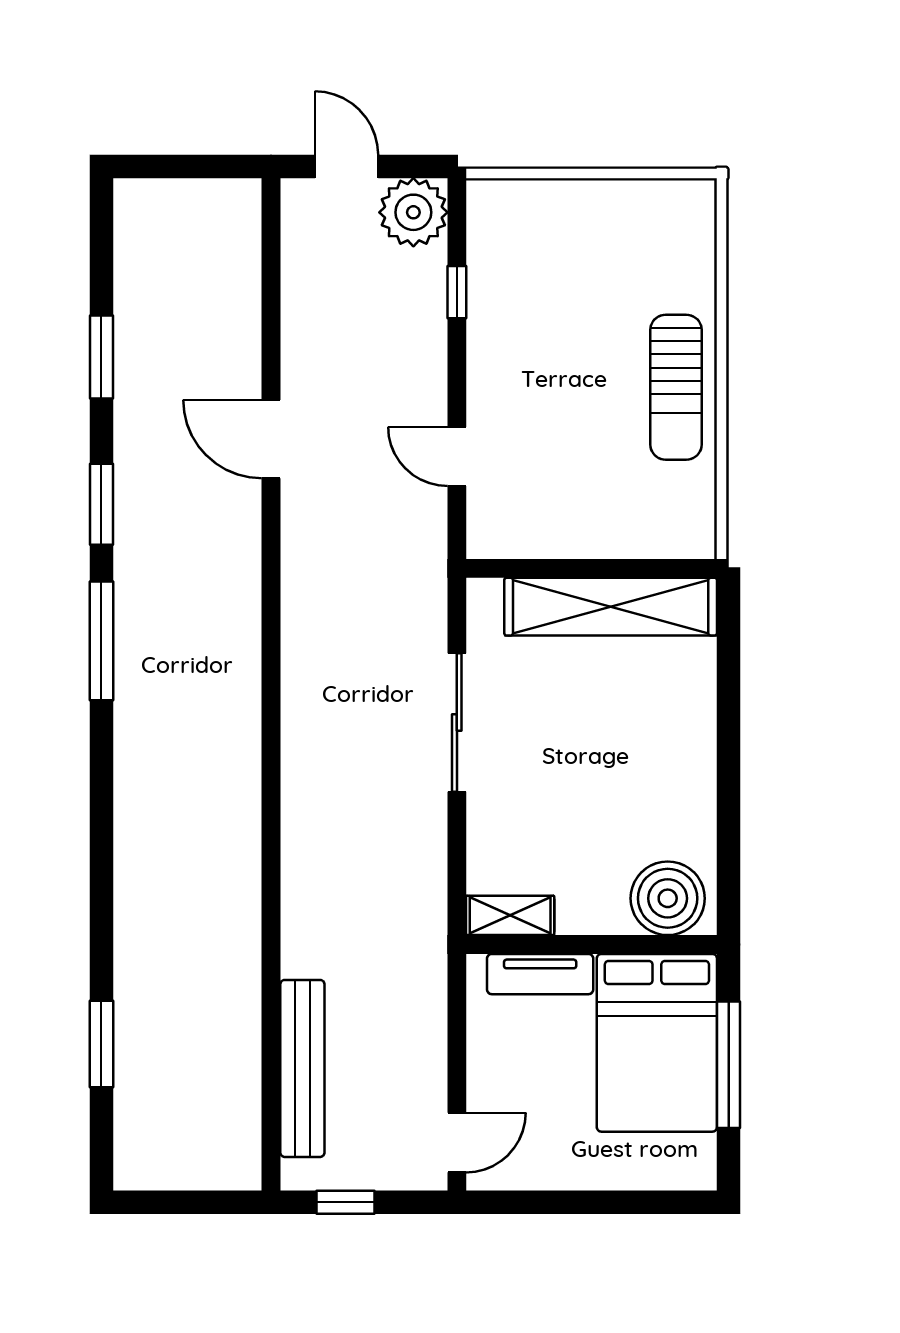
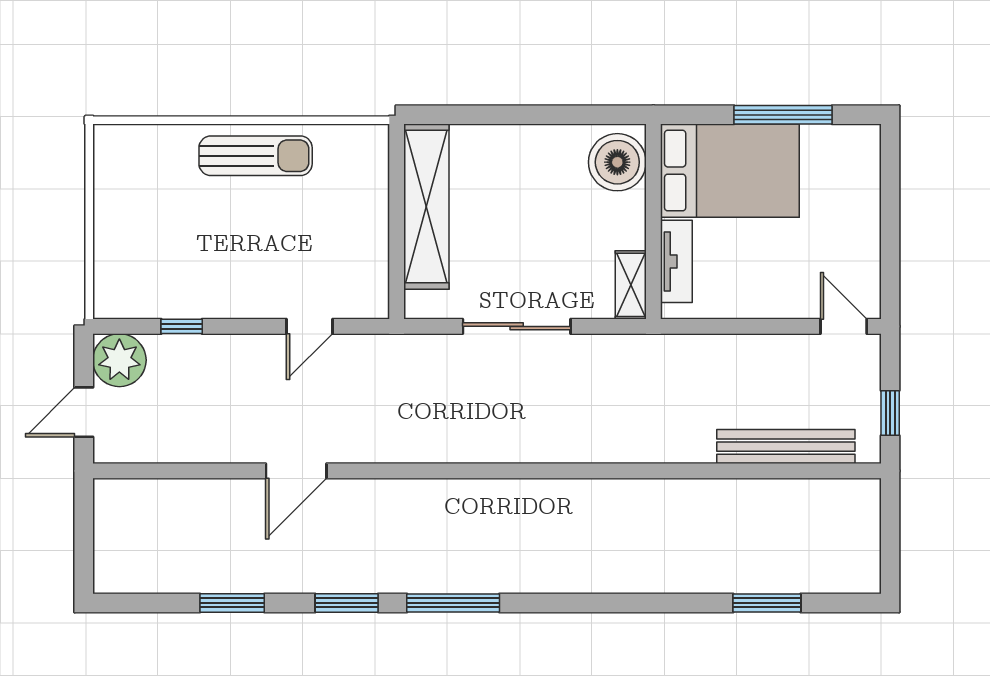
boiler: (668, 898) -> (617, 162), moved
shelving: (510, 915) -> (631, 285), moved
wall: (592, 945) -> (653, 221), moved
tv unit: (540, 974) -> (676, 261), moved
bed: (657, 1043) -> (730, 171), moved

